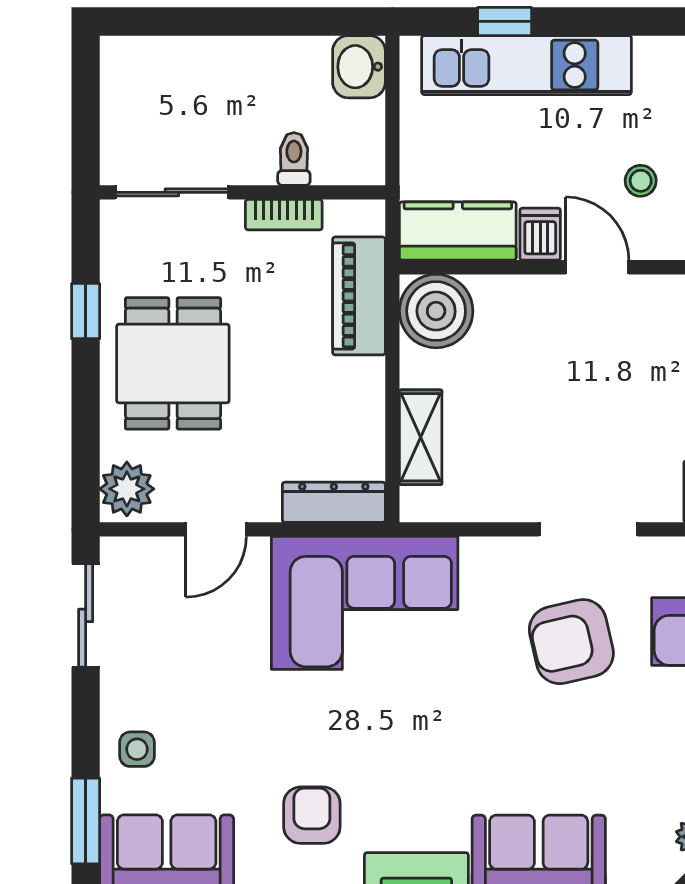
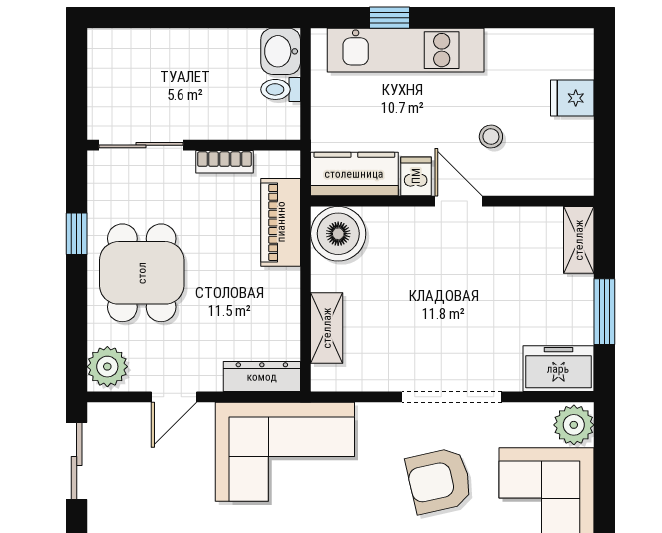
toilet: (294, 159) -> (281, 89), moved, turned -90
doorway: (588, 529) -> (452, 397), width x1.36

